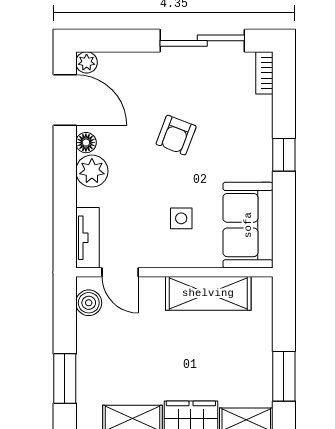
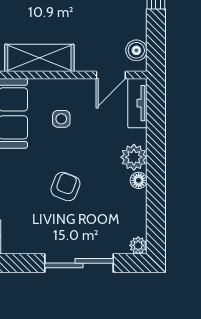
sliding door: (202, 41) -> (79, 263), moved
door: (65, 100) -> (156, 215), removed
door: (120, 272) -> (111, 75), swing flipped

